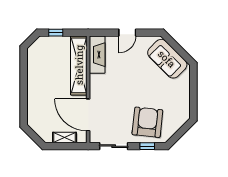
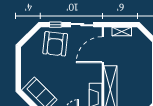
door: (88, 115) -> (103, 50), swing flipped

